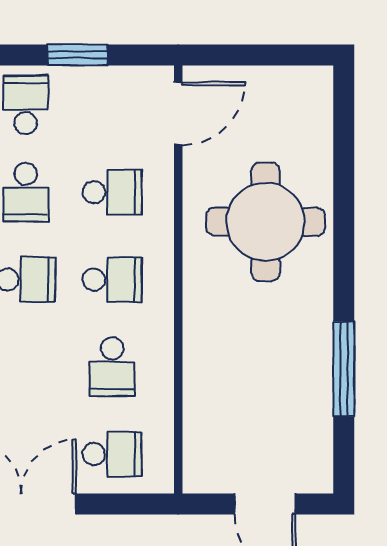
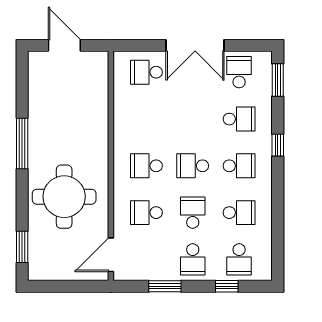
window: (344, 128) -> (22, 247), added
school desk: (112, 367) -> (146, 119), removed
window: (344, 369) -> (22, 143), moved

